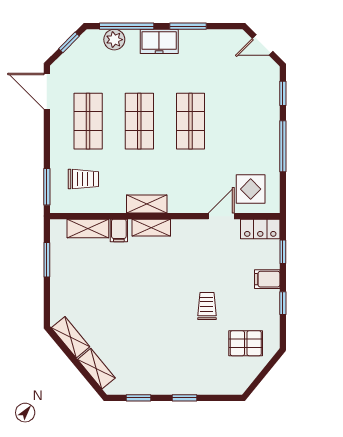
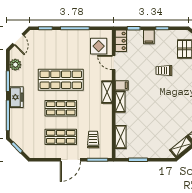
plant: (114, 40) -> (15, 65), moved
door: (47, 91) -> (70, 160), moved
shop shelf: (190, 121) -> (61, 80), width x1.43, depth x1.36
shelving: (147, 204) -> (107, 92), moved
filing cabinet: (119, 230) -> (122, 85), moved

